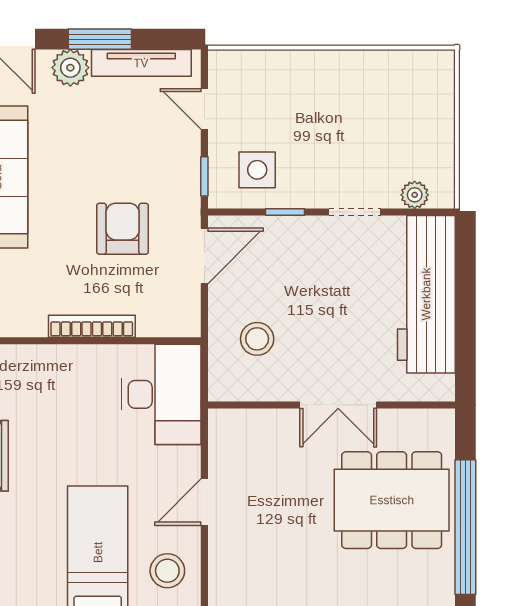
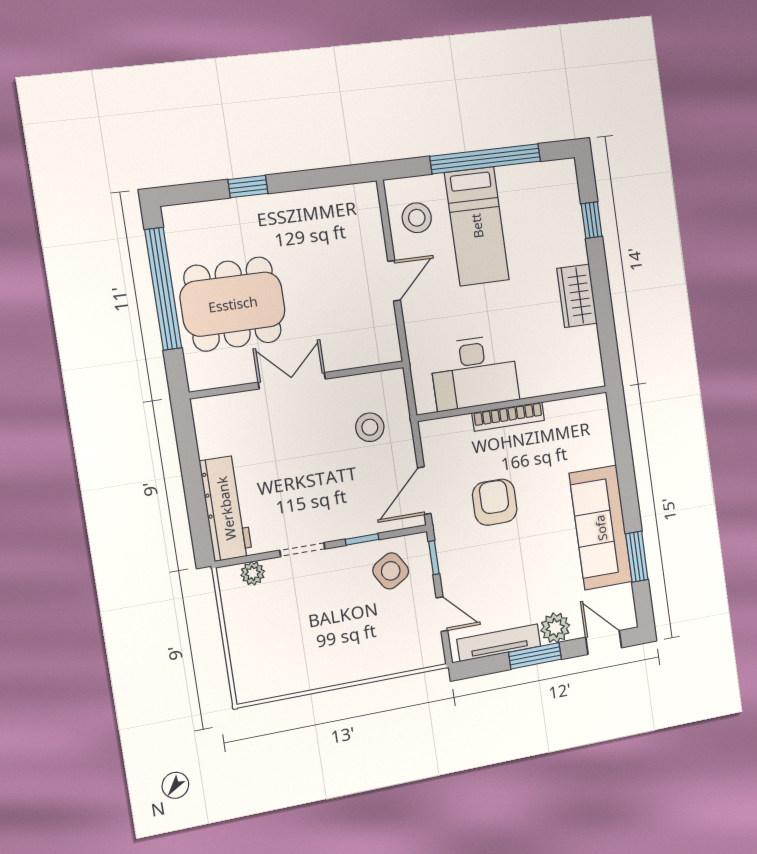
side table: (257, 170) -> (391, 571), turned -31
armchair: (123, 229) -> (495, 502), turned 180
workbench: (426, 294) -> (226, 508), width x0.73, depth x0.76
desk: (161, 394) -> (474, 373), moved, turned -90

